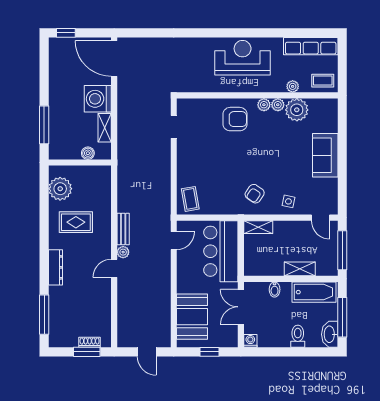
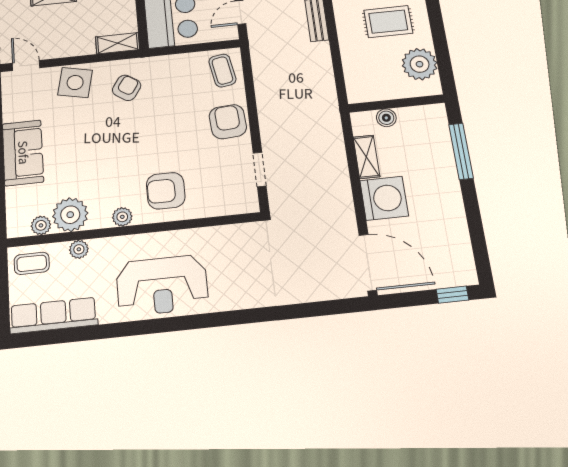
plant: (278, 105) -> (41, 225), moved
armchair: (191, 162) -> (228, 122), added
side table: (288, 201) -> (75, 82), width x1.87, depth x1.87

